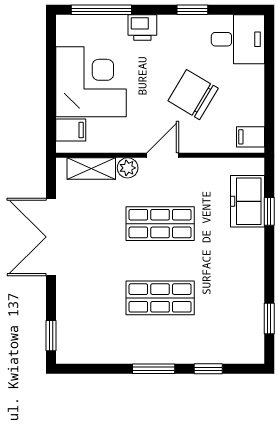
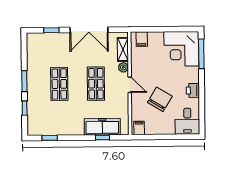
window: (192, 10) -> (202, 99), removed
printer: (142, 28) -> (193, 90), moved
corner desk: (91, 82) -> (181, 49), moved, turned 90
freezer: (248, 201) -> (102, 127), width x1.40
double door: (51, 237) -> (89, 30), swing flipped
window: (51, 336) -> (51, 30), moved

